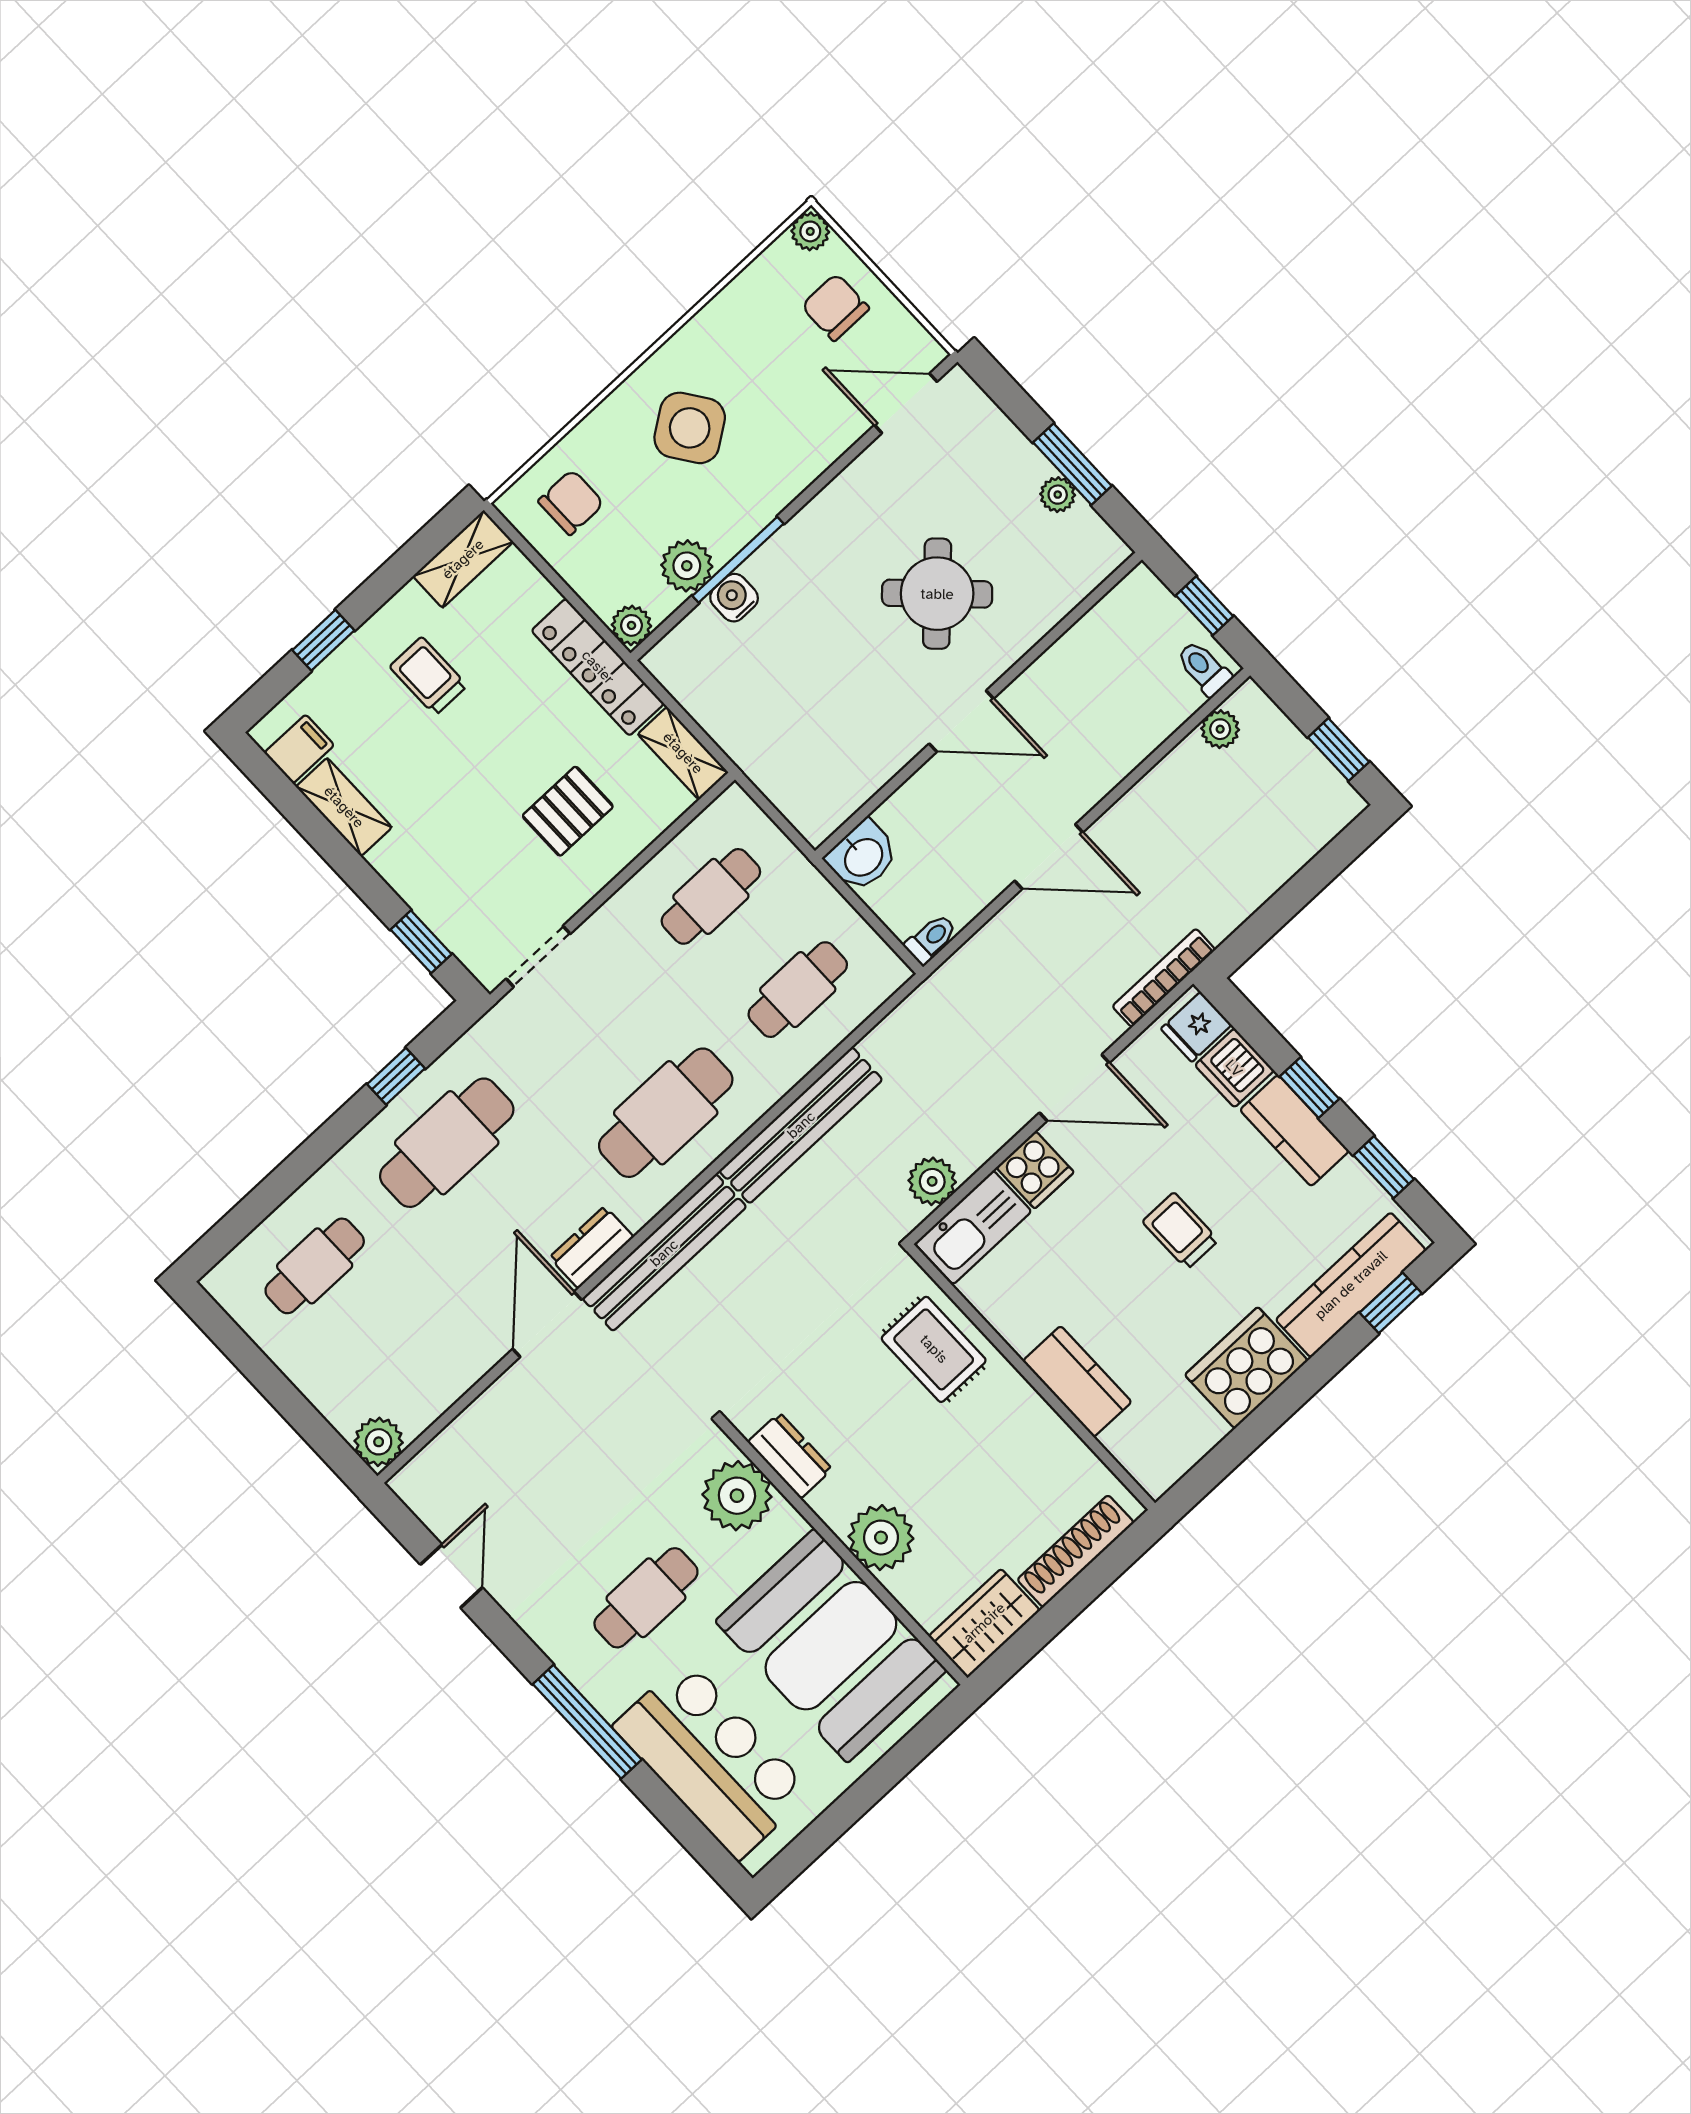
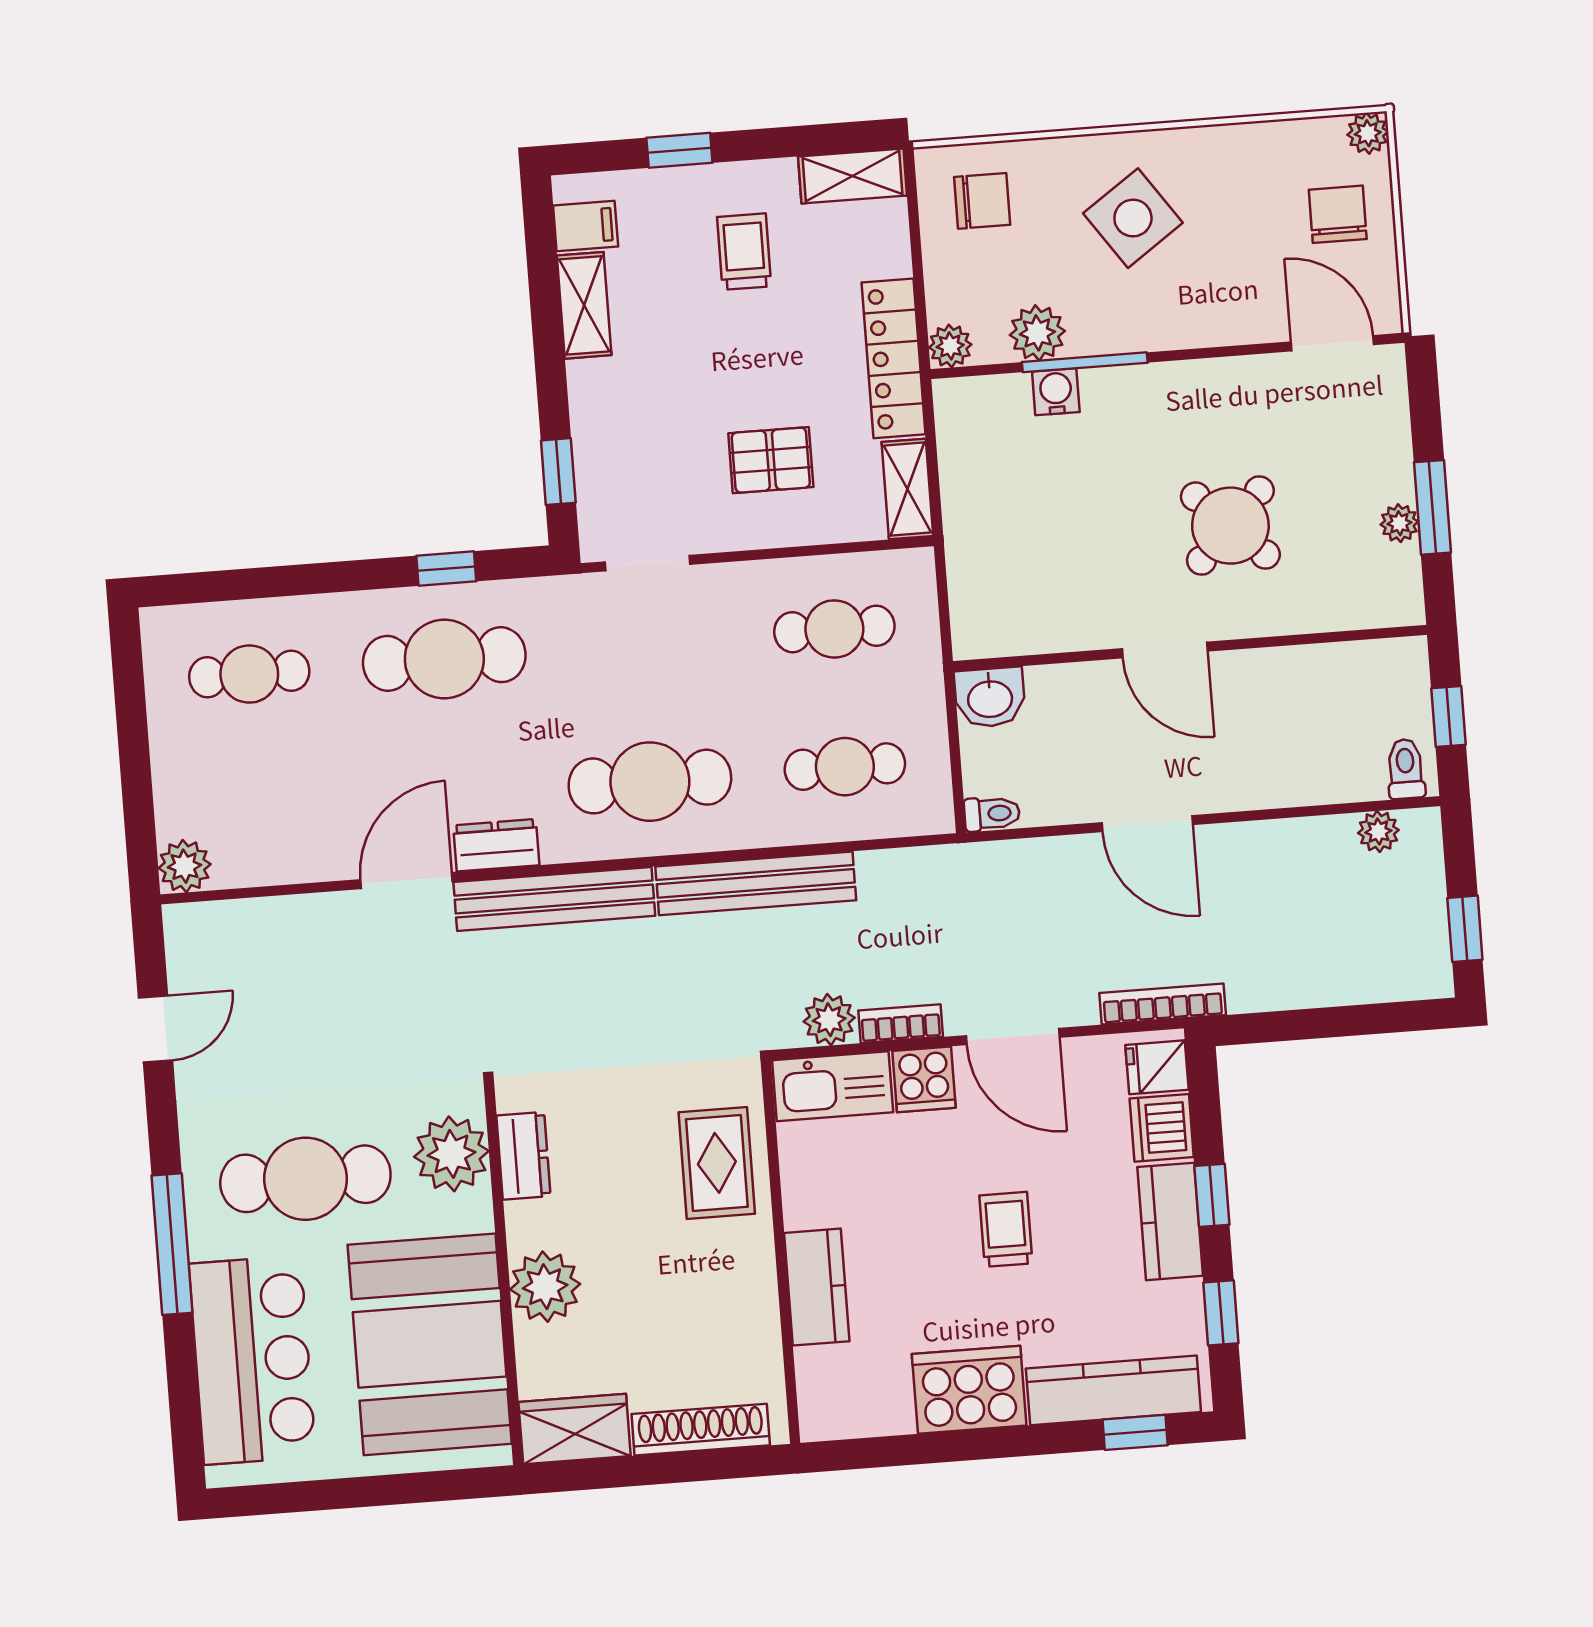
bookcase: (986, 1143) -> (901, 1024), added
cafe table: (646, 1598) -> (305, 1179), width x1.37, depth x1.35

